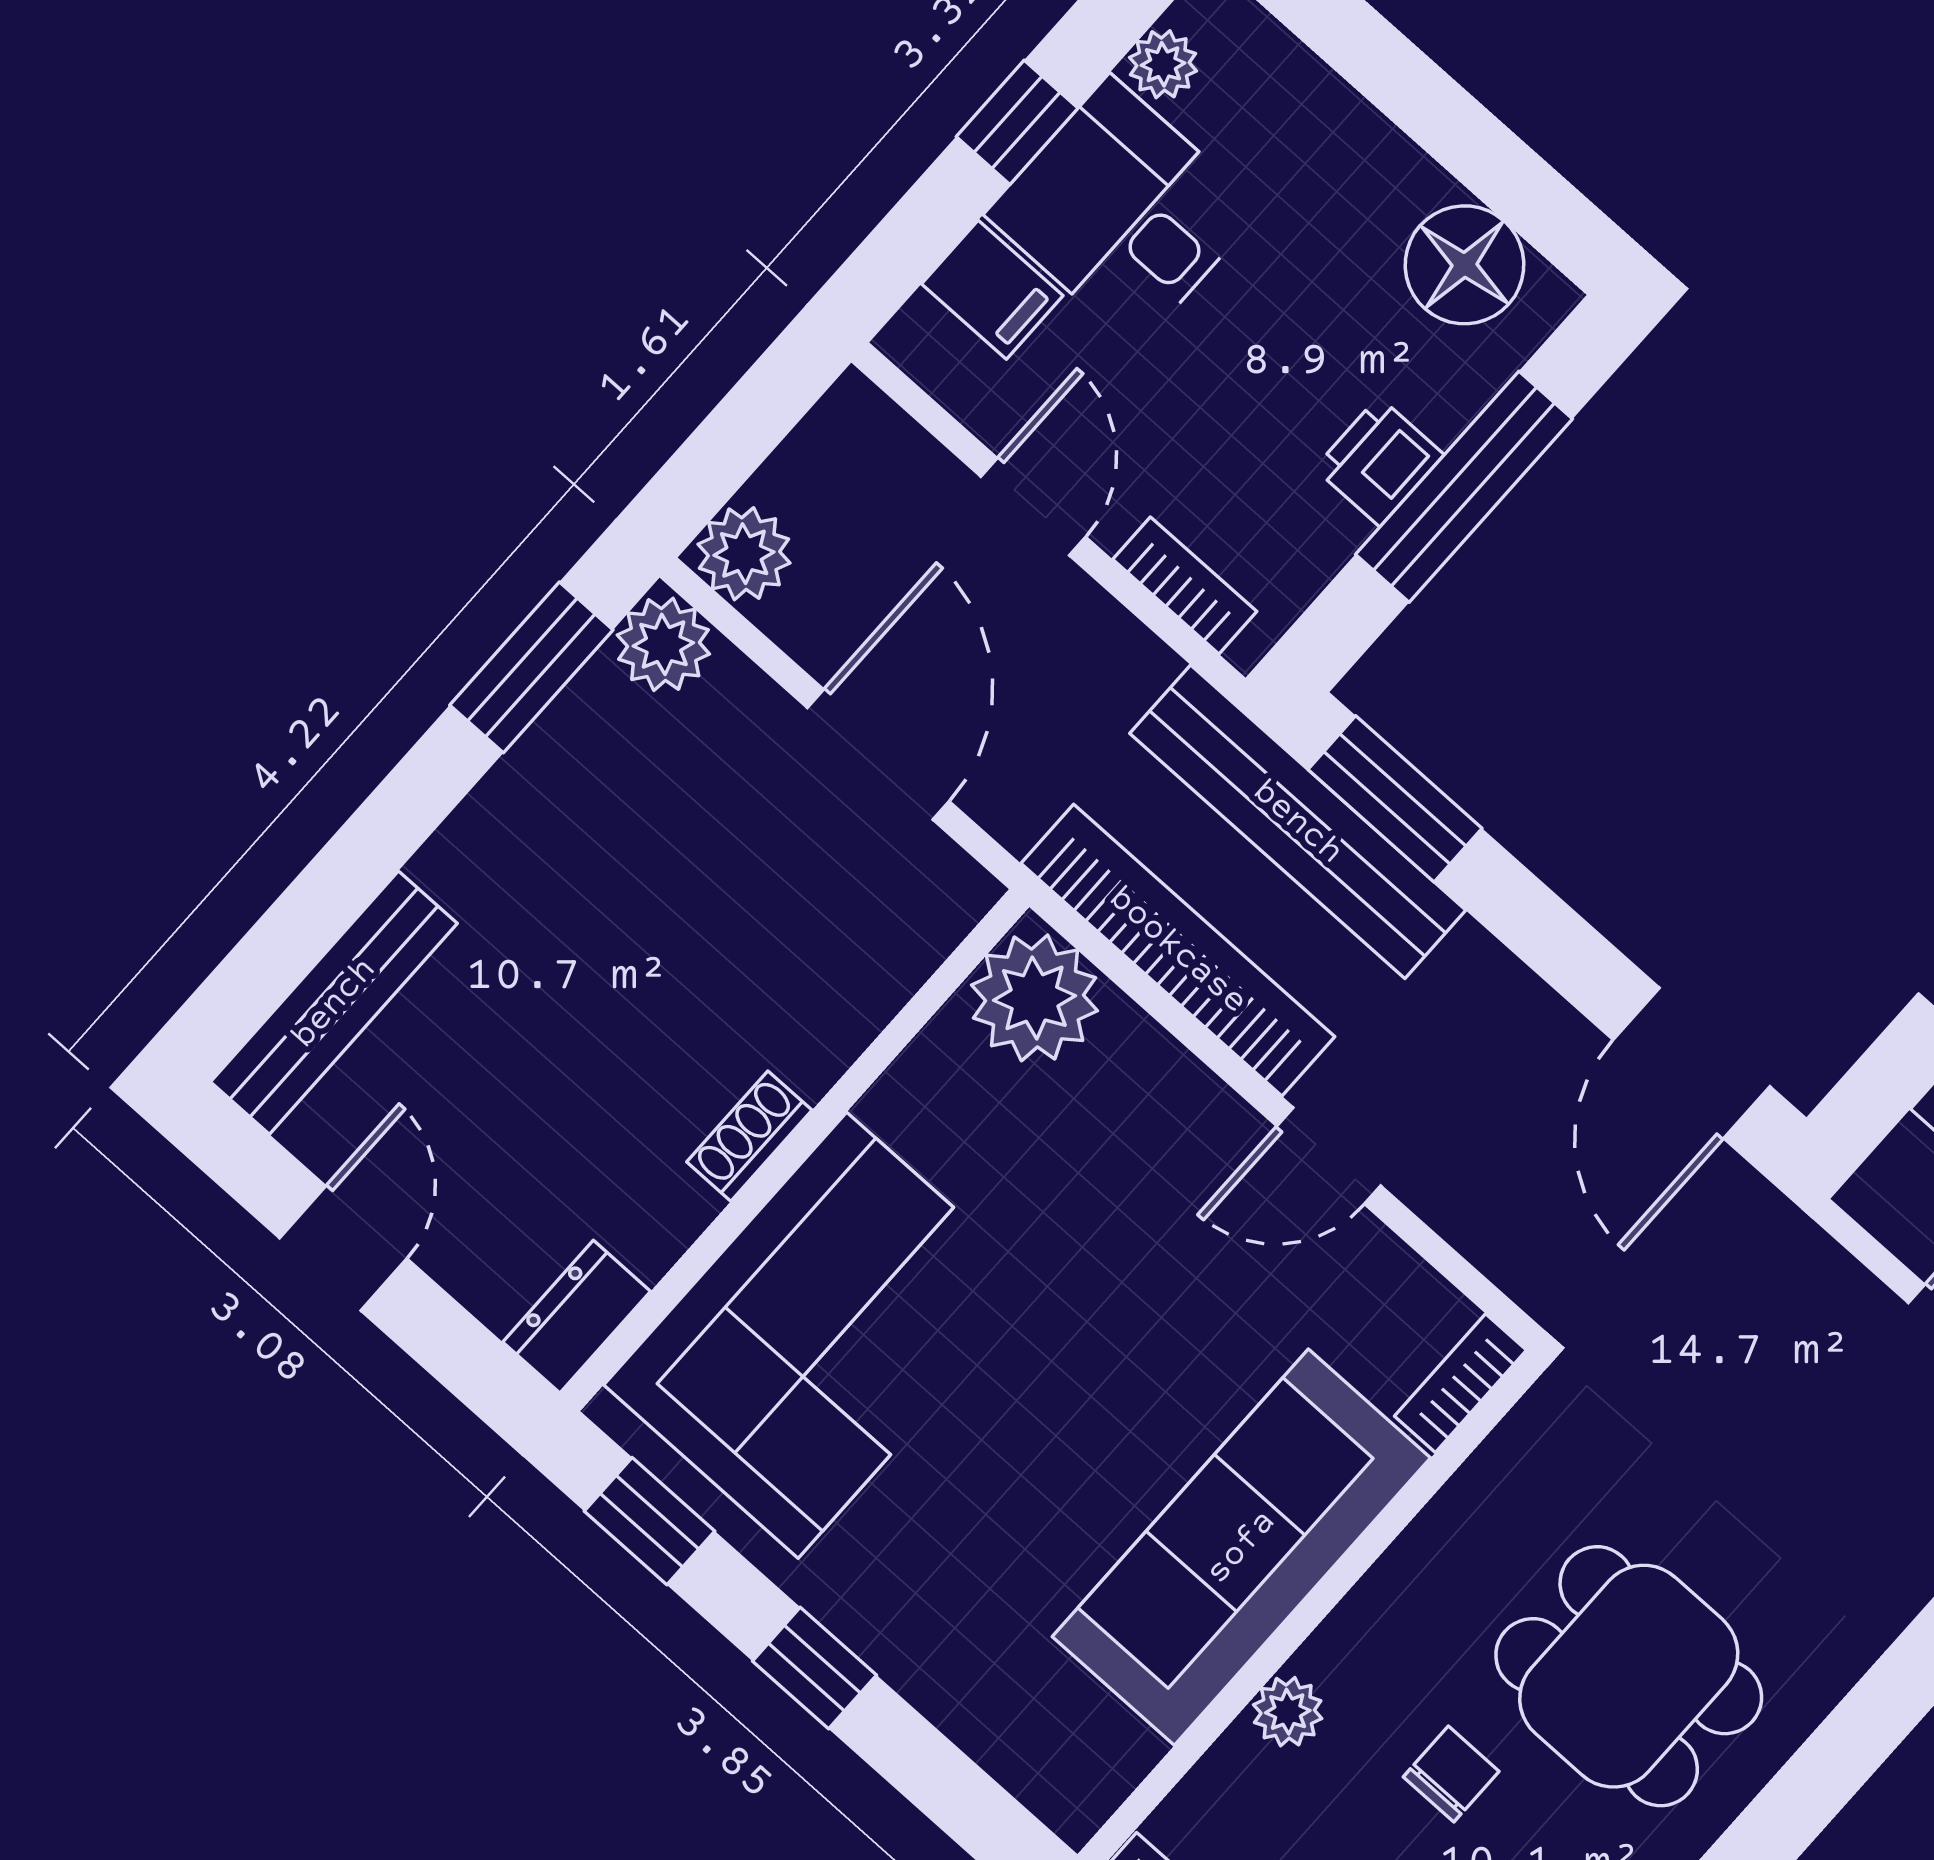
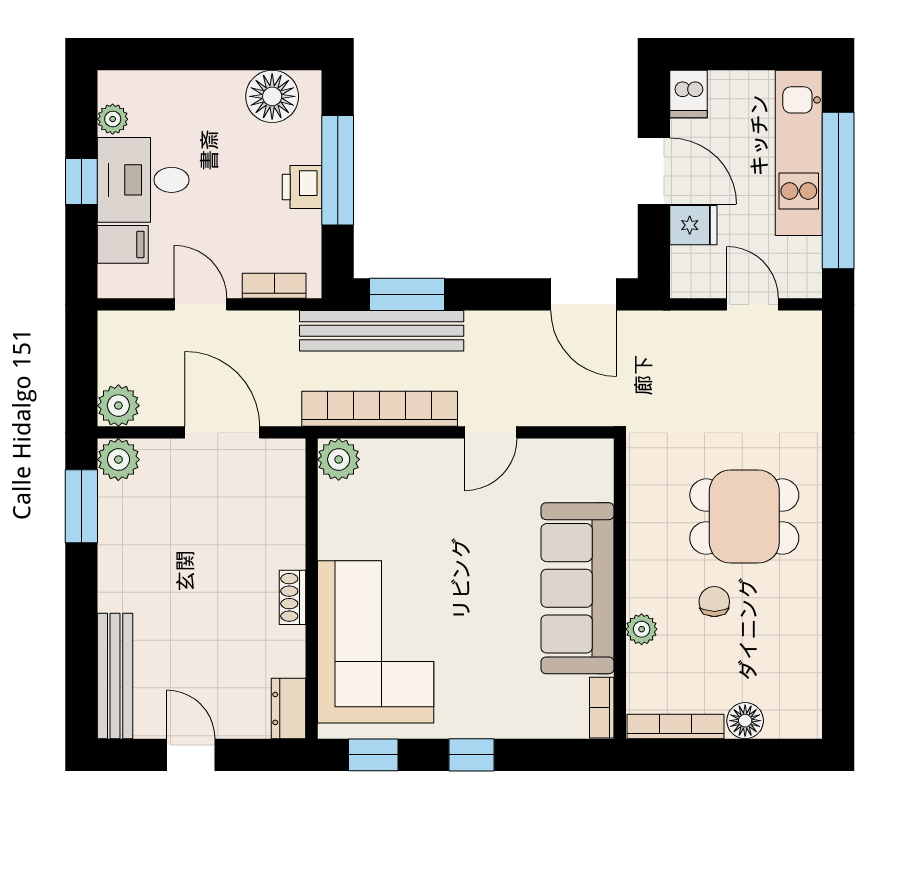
plant: (1034, 998) -> (339, 459), width x0.73, depth x0.73
bookcase: (1461, 1383) -> (602, 708), moved

